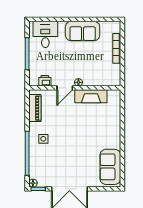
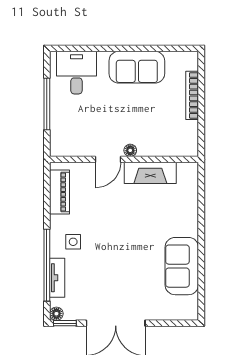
printer: (45, 81) -> (76, 148), removed
tv unit: (33, 161) -> (57, 278), added
sofa: (110, 167) -> (182, 266), moved

